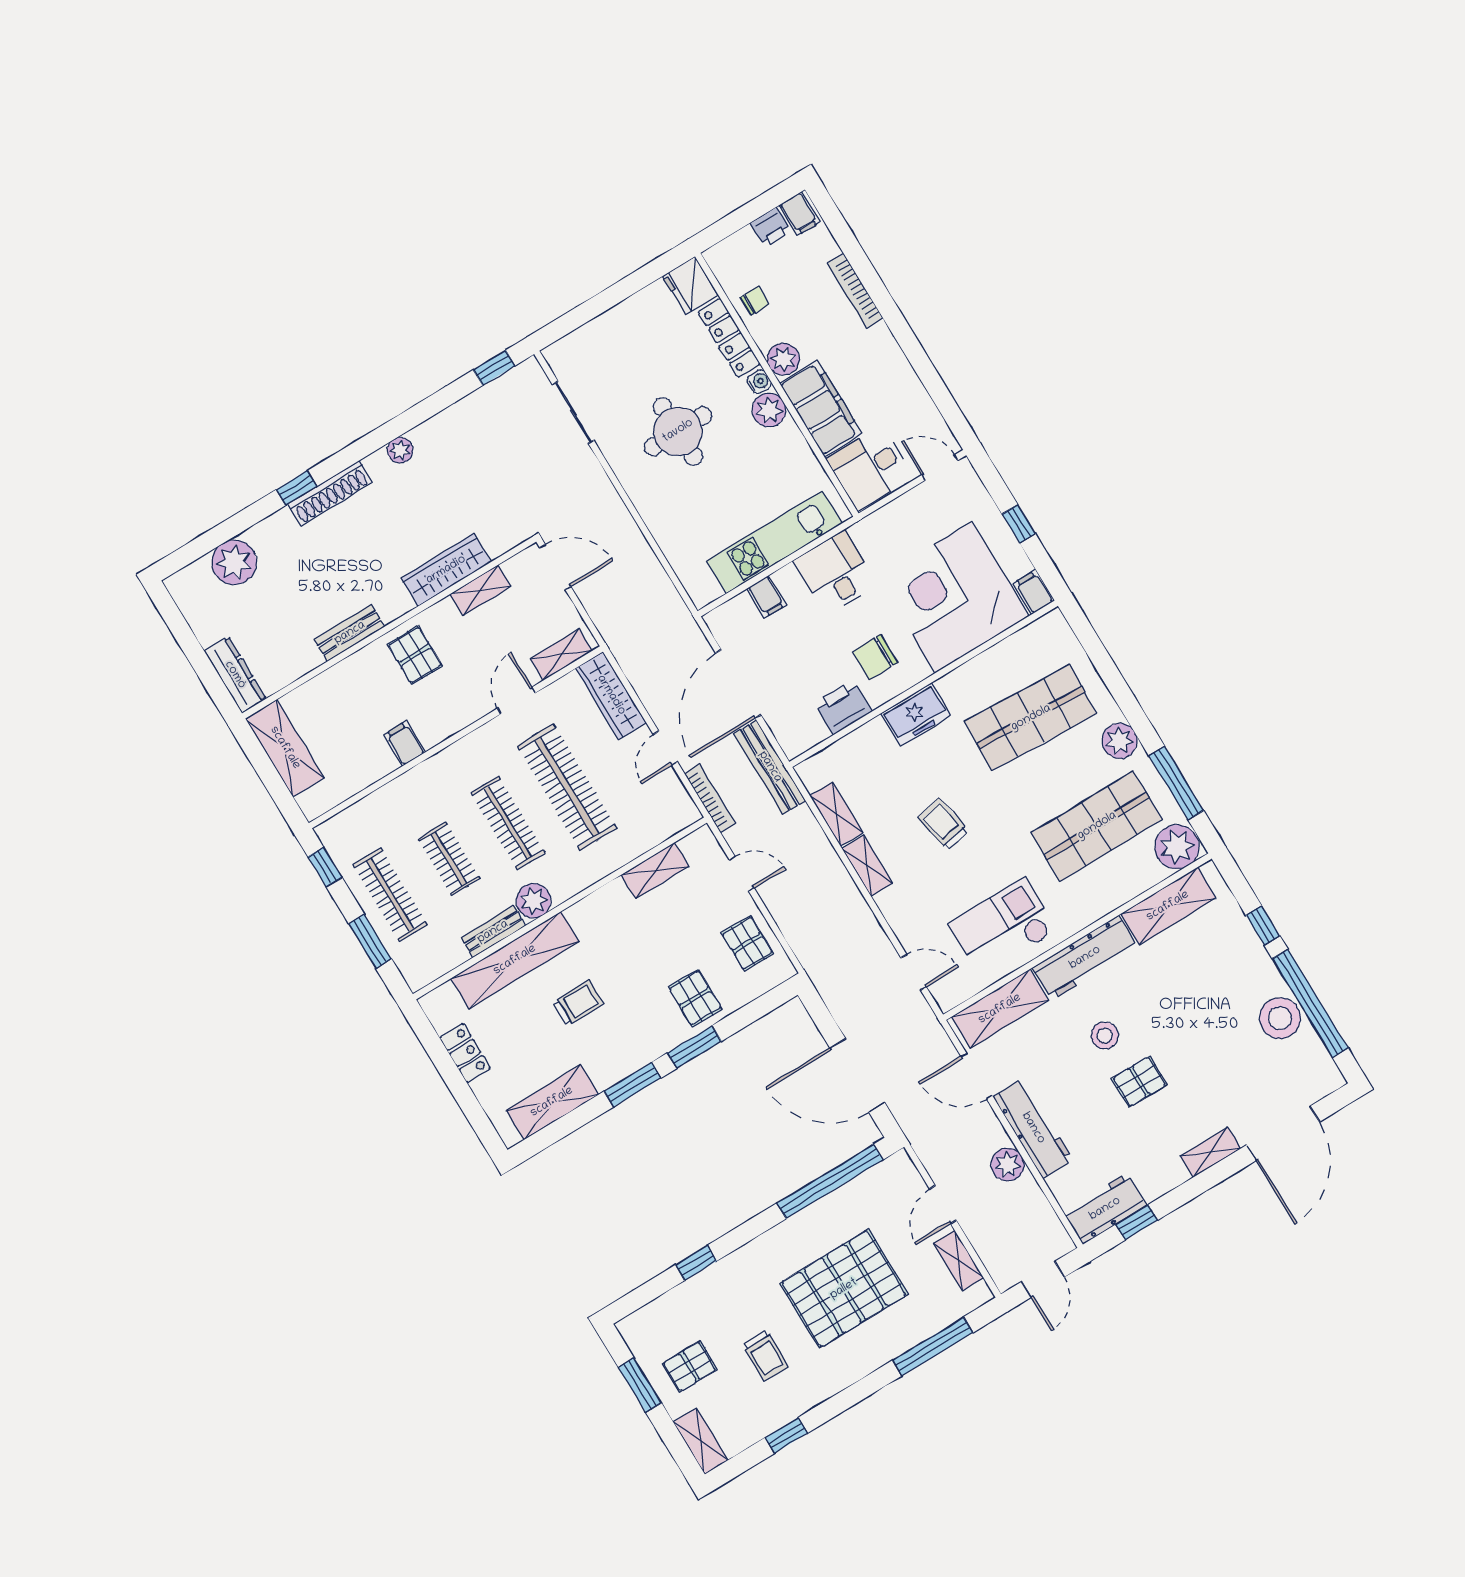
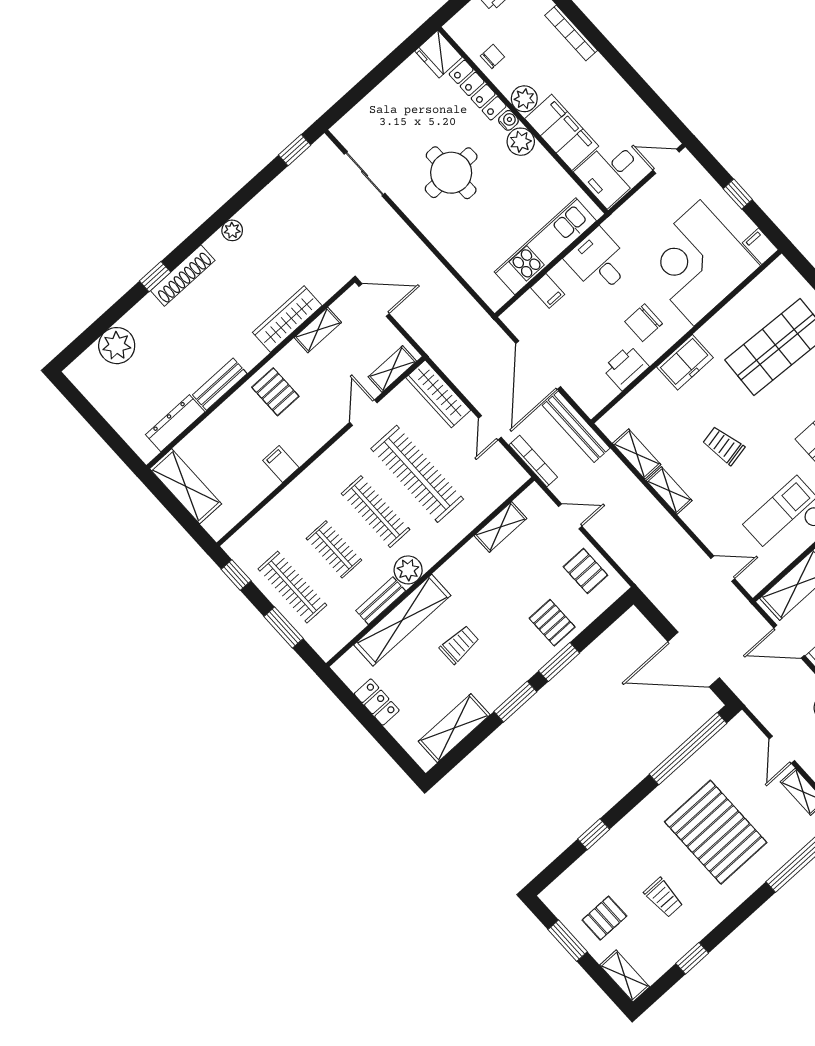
dresser: (235, 675) -> (175, 423), moved, turned -90
pallet: (844, 1289) -> (716, 832), turned 90

